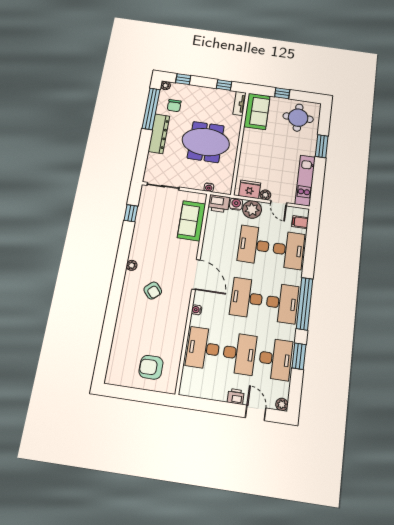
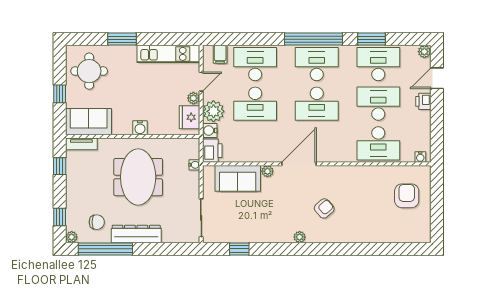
water cooler: (246, 149) -> (140, 128), added
plant: (194, 247) -> (267, 171), added
water cooler: (196, 310) -> (420, 157), moved
armchair: (151, 367) -> (407, 196), turned 180

